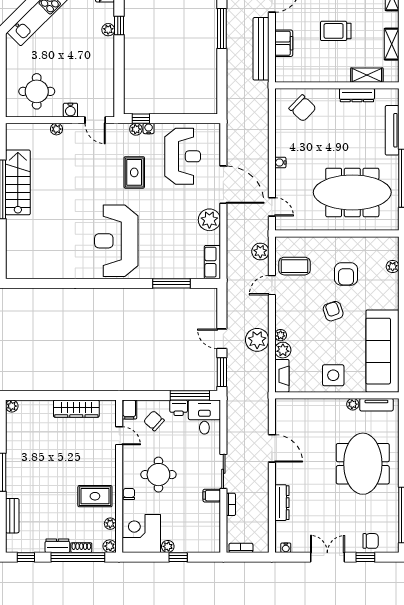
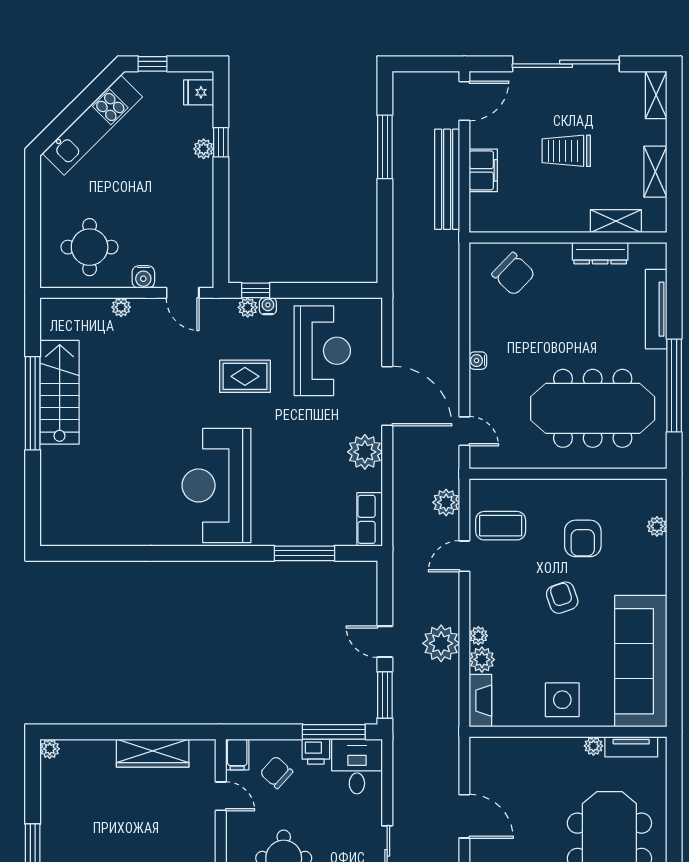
rug: (134, 172) -> (245, 376), turned 90

